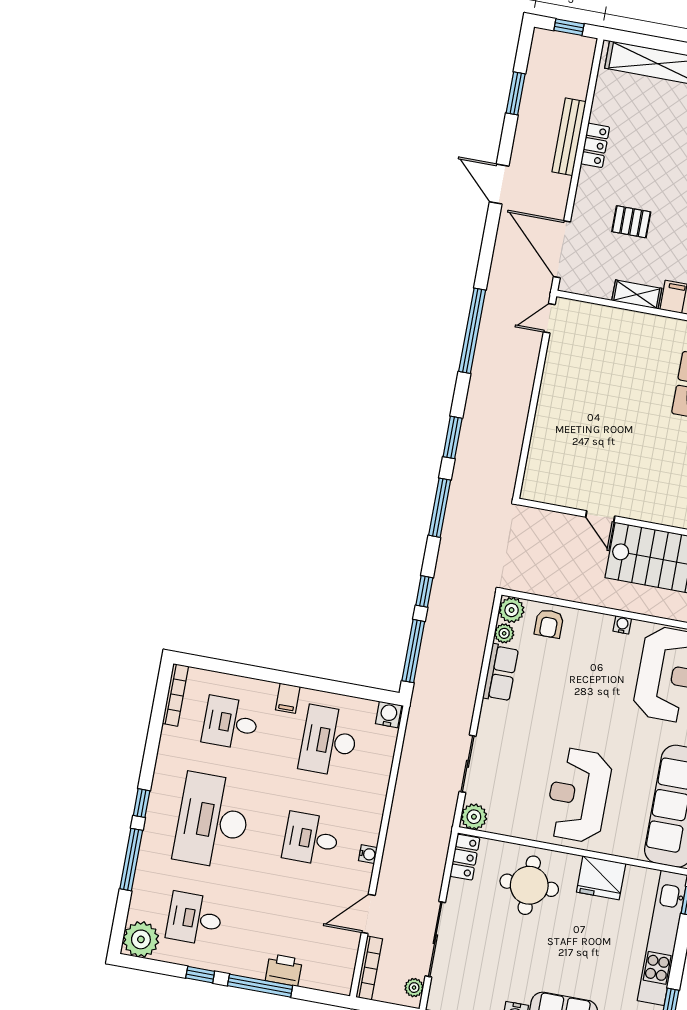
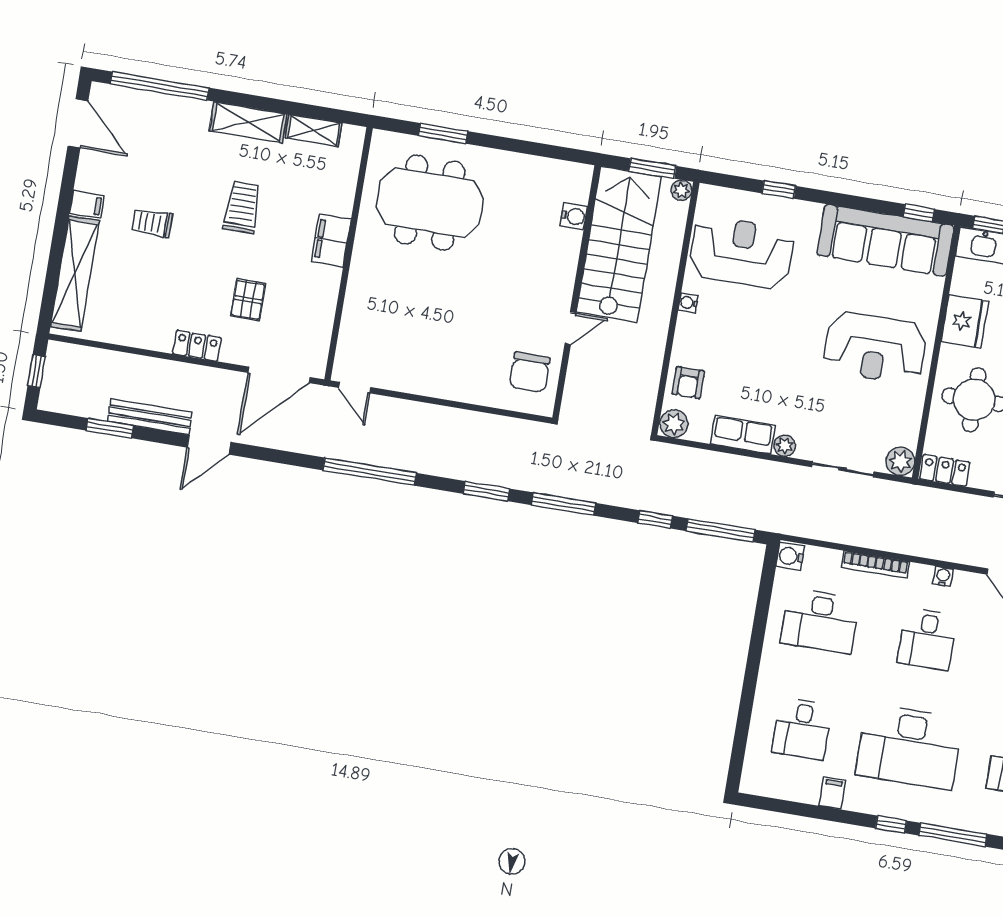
bench: (569, 137) -> (150, 417), moved
locker: (595, 145) -> (197, 346), moved
shelving: (637, 294) -> (327, 292), removed
chair: (561, 479) -> (530, 372), added
armchair: (549, 624) -> (688, 383), turned 90
plant: (504, 633) -> (785, 446), moved
bookcase: (175, 695) -> (875, 565), moved, turned 180
filing cabinet: (288, 698) -> (832, 793), moved, turned -90

